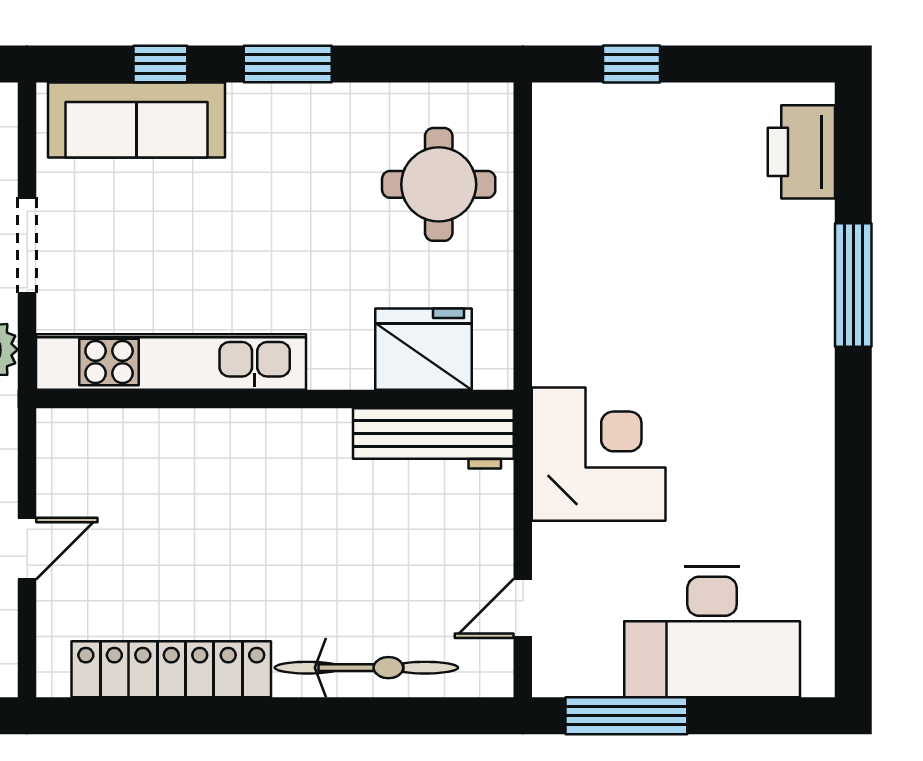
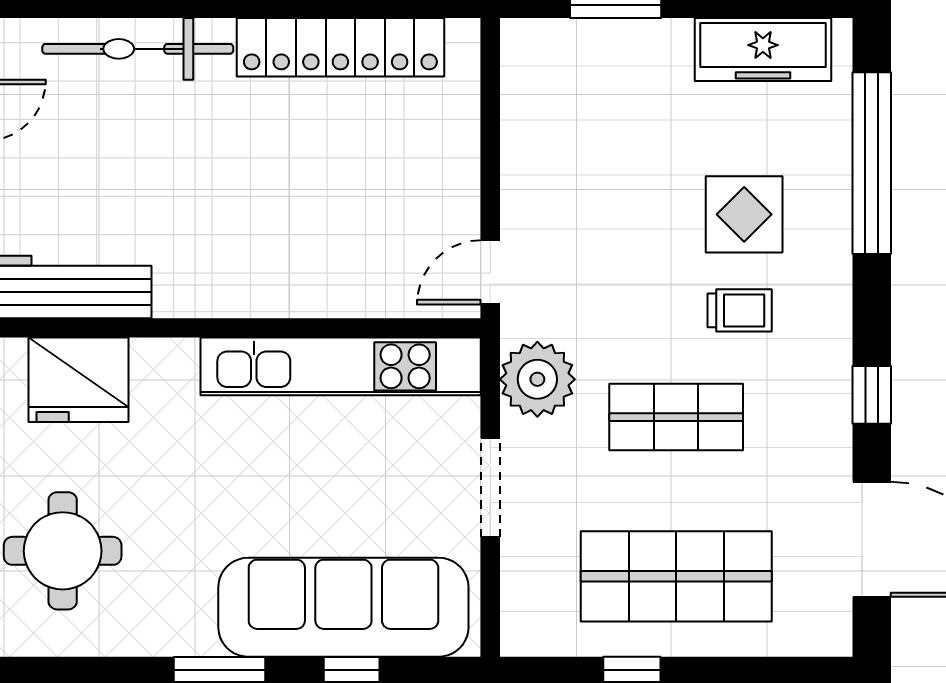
sofa: (137, 120) -> (343, 607), width x1.36, depth x1.27
door: (27, 549) -> (490, 272), moved

